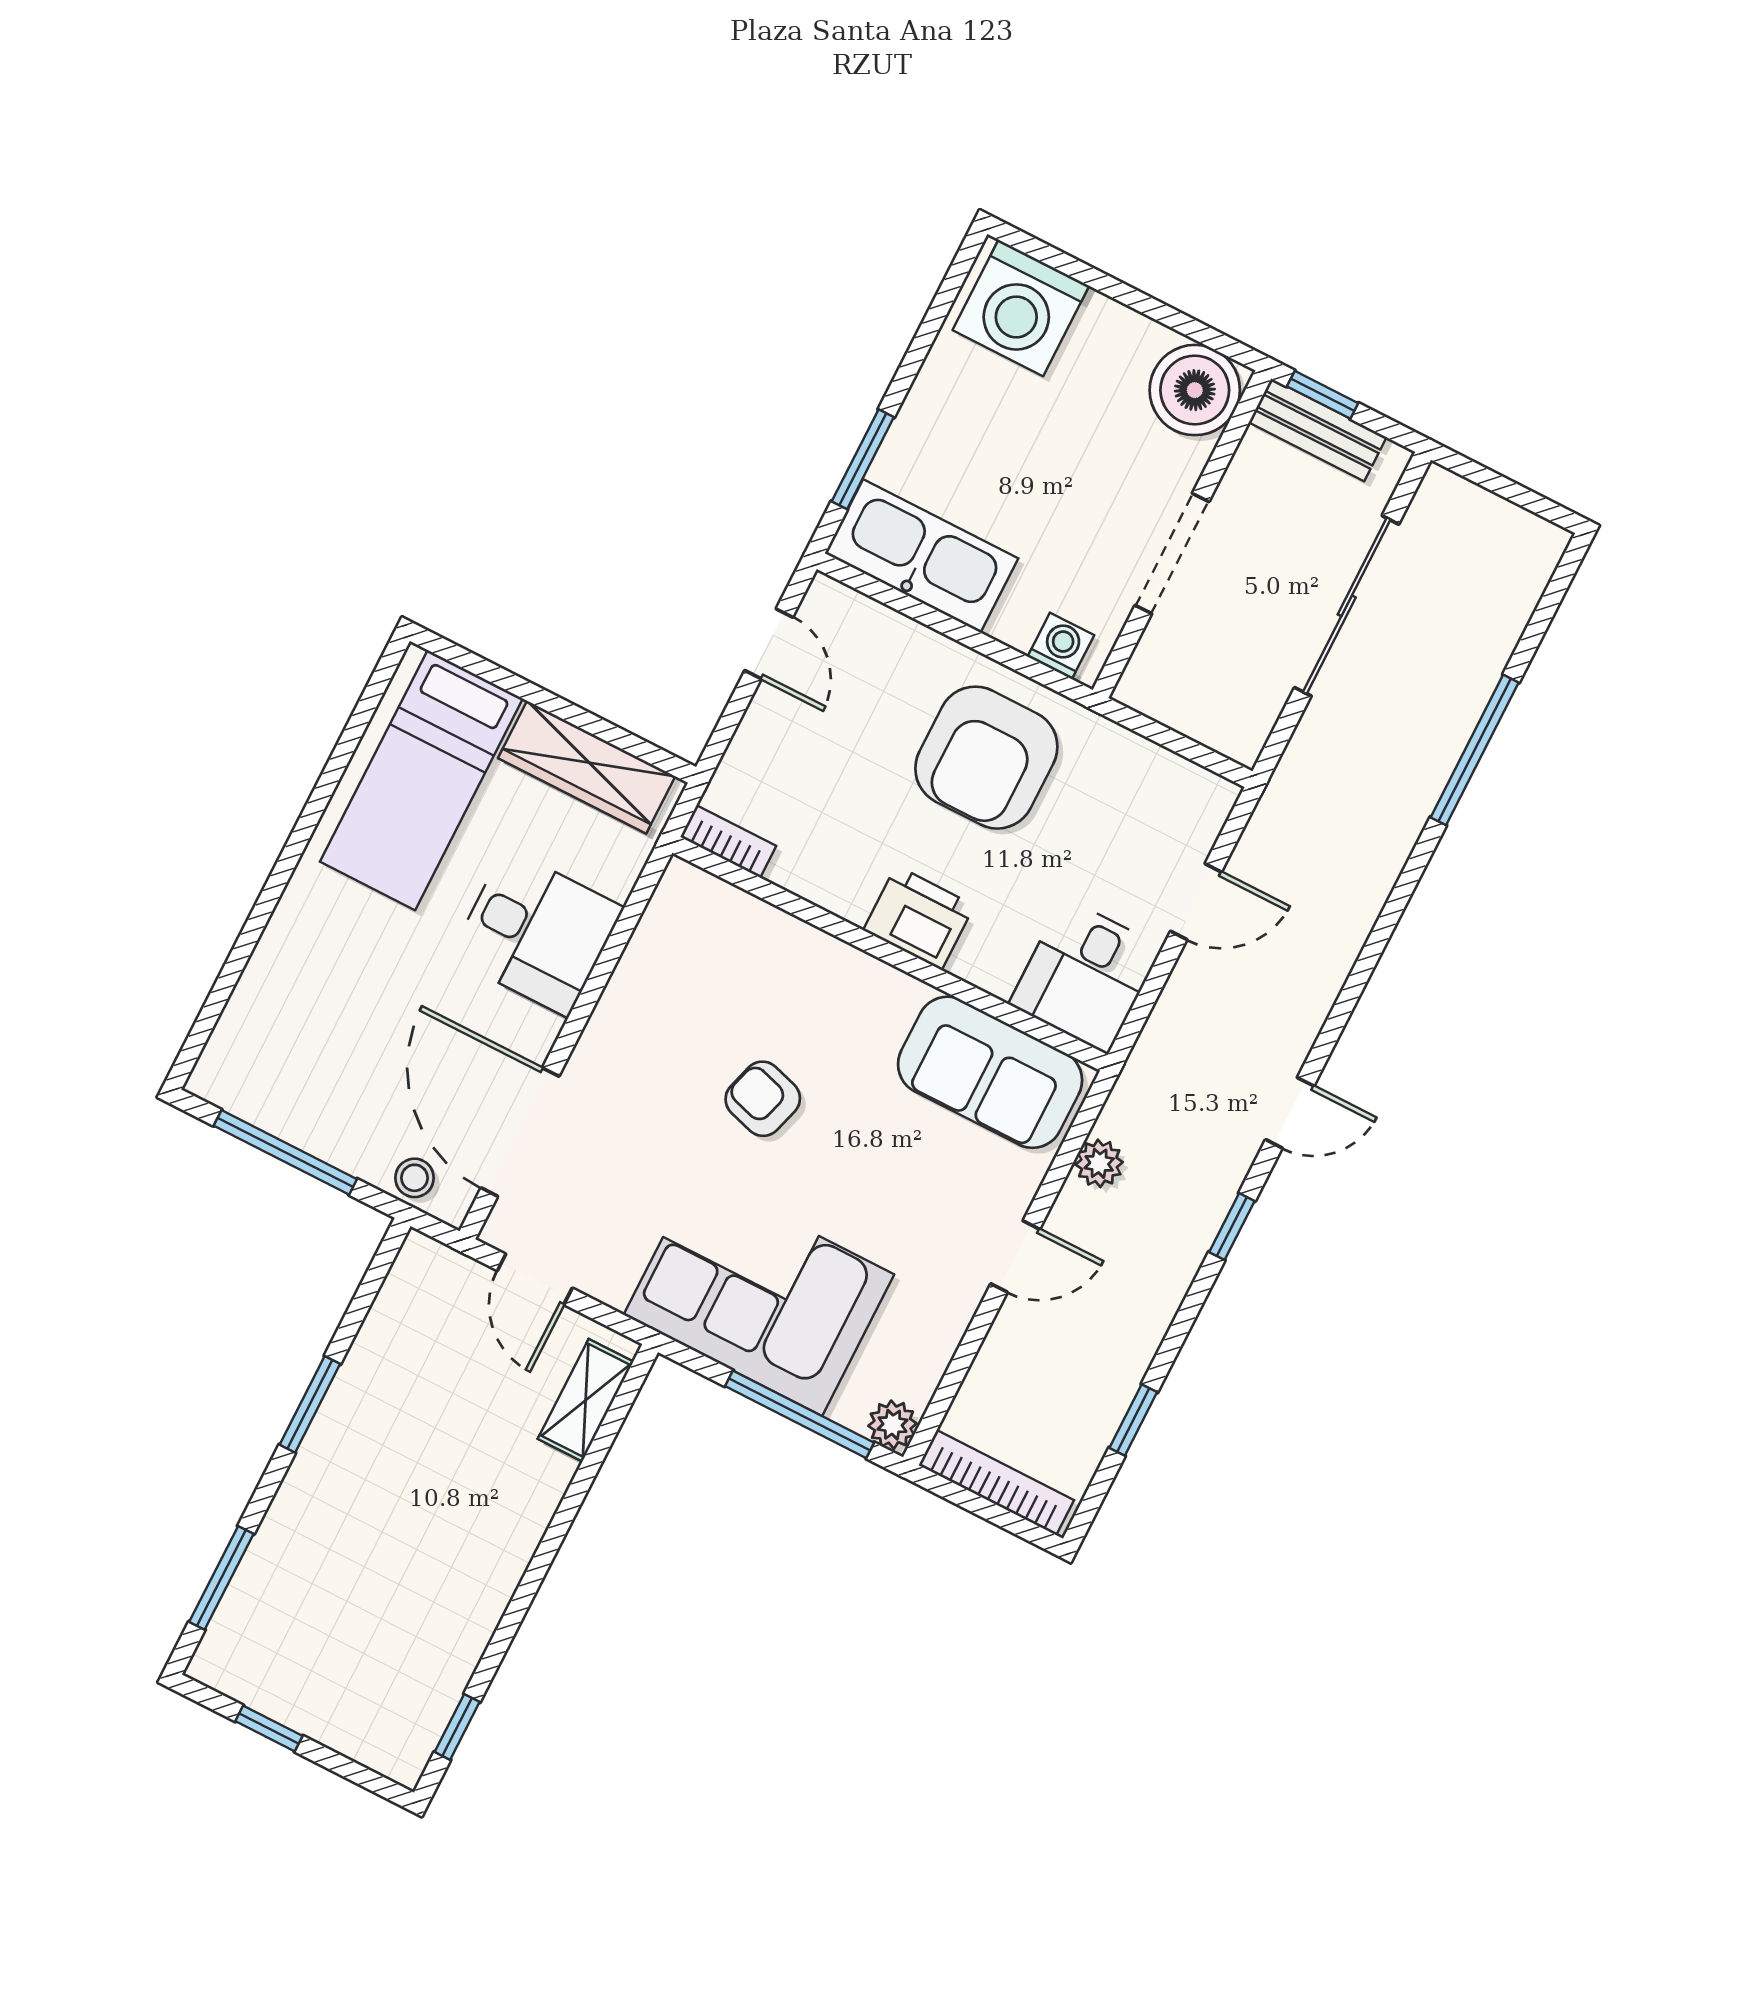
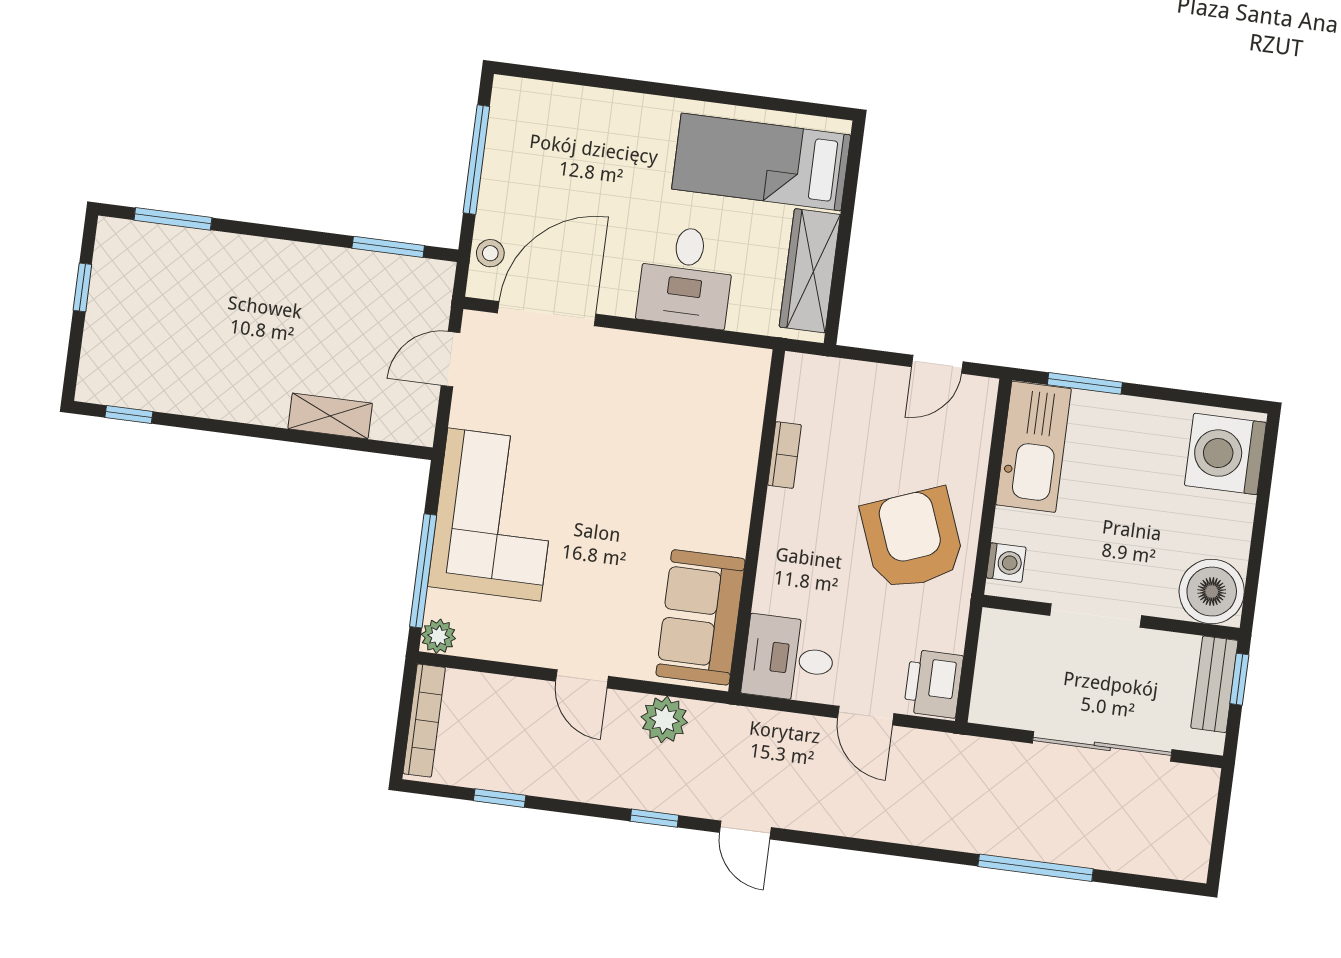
armchair: (986, 758) -> (913, 539), turned 69
bookcase: (728, 841) -> (784, 455), moved
printer: (919, 918) -> (933, 684), moved, turned 180
armchair: (763, 1099) -> (628, 470), removed
plant: (1099, 1163) -> (664, 720), width x1.38, depth x1.38
shelving: (586, 1400) -> (330, 416), moved
window: (310, 1404) -> (388, 247), moved

